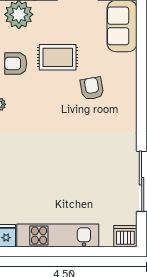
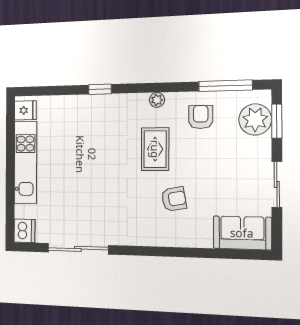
rug: (58, 57) -> (155, 149), moved

